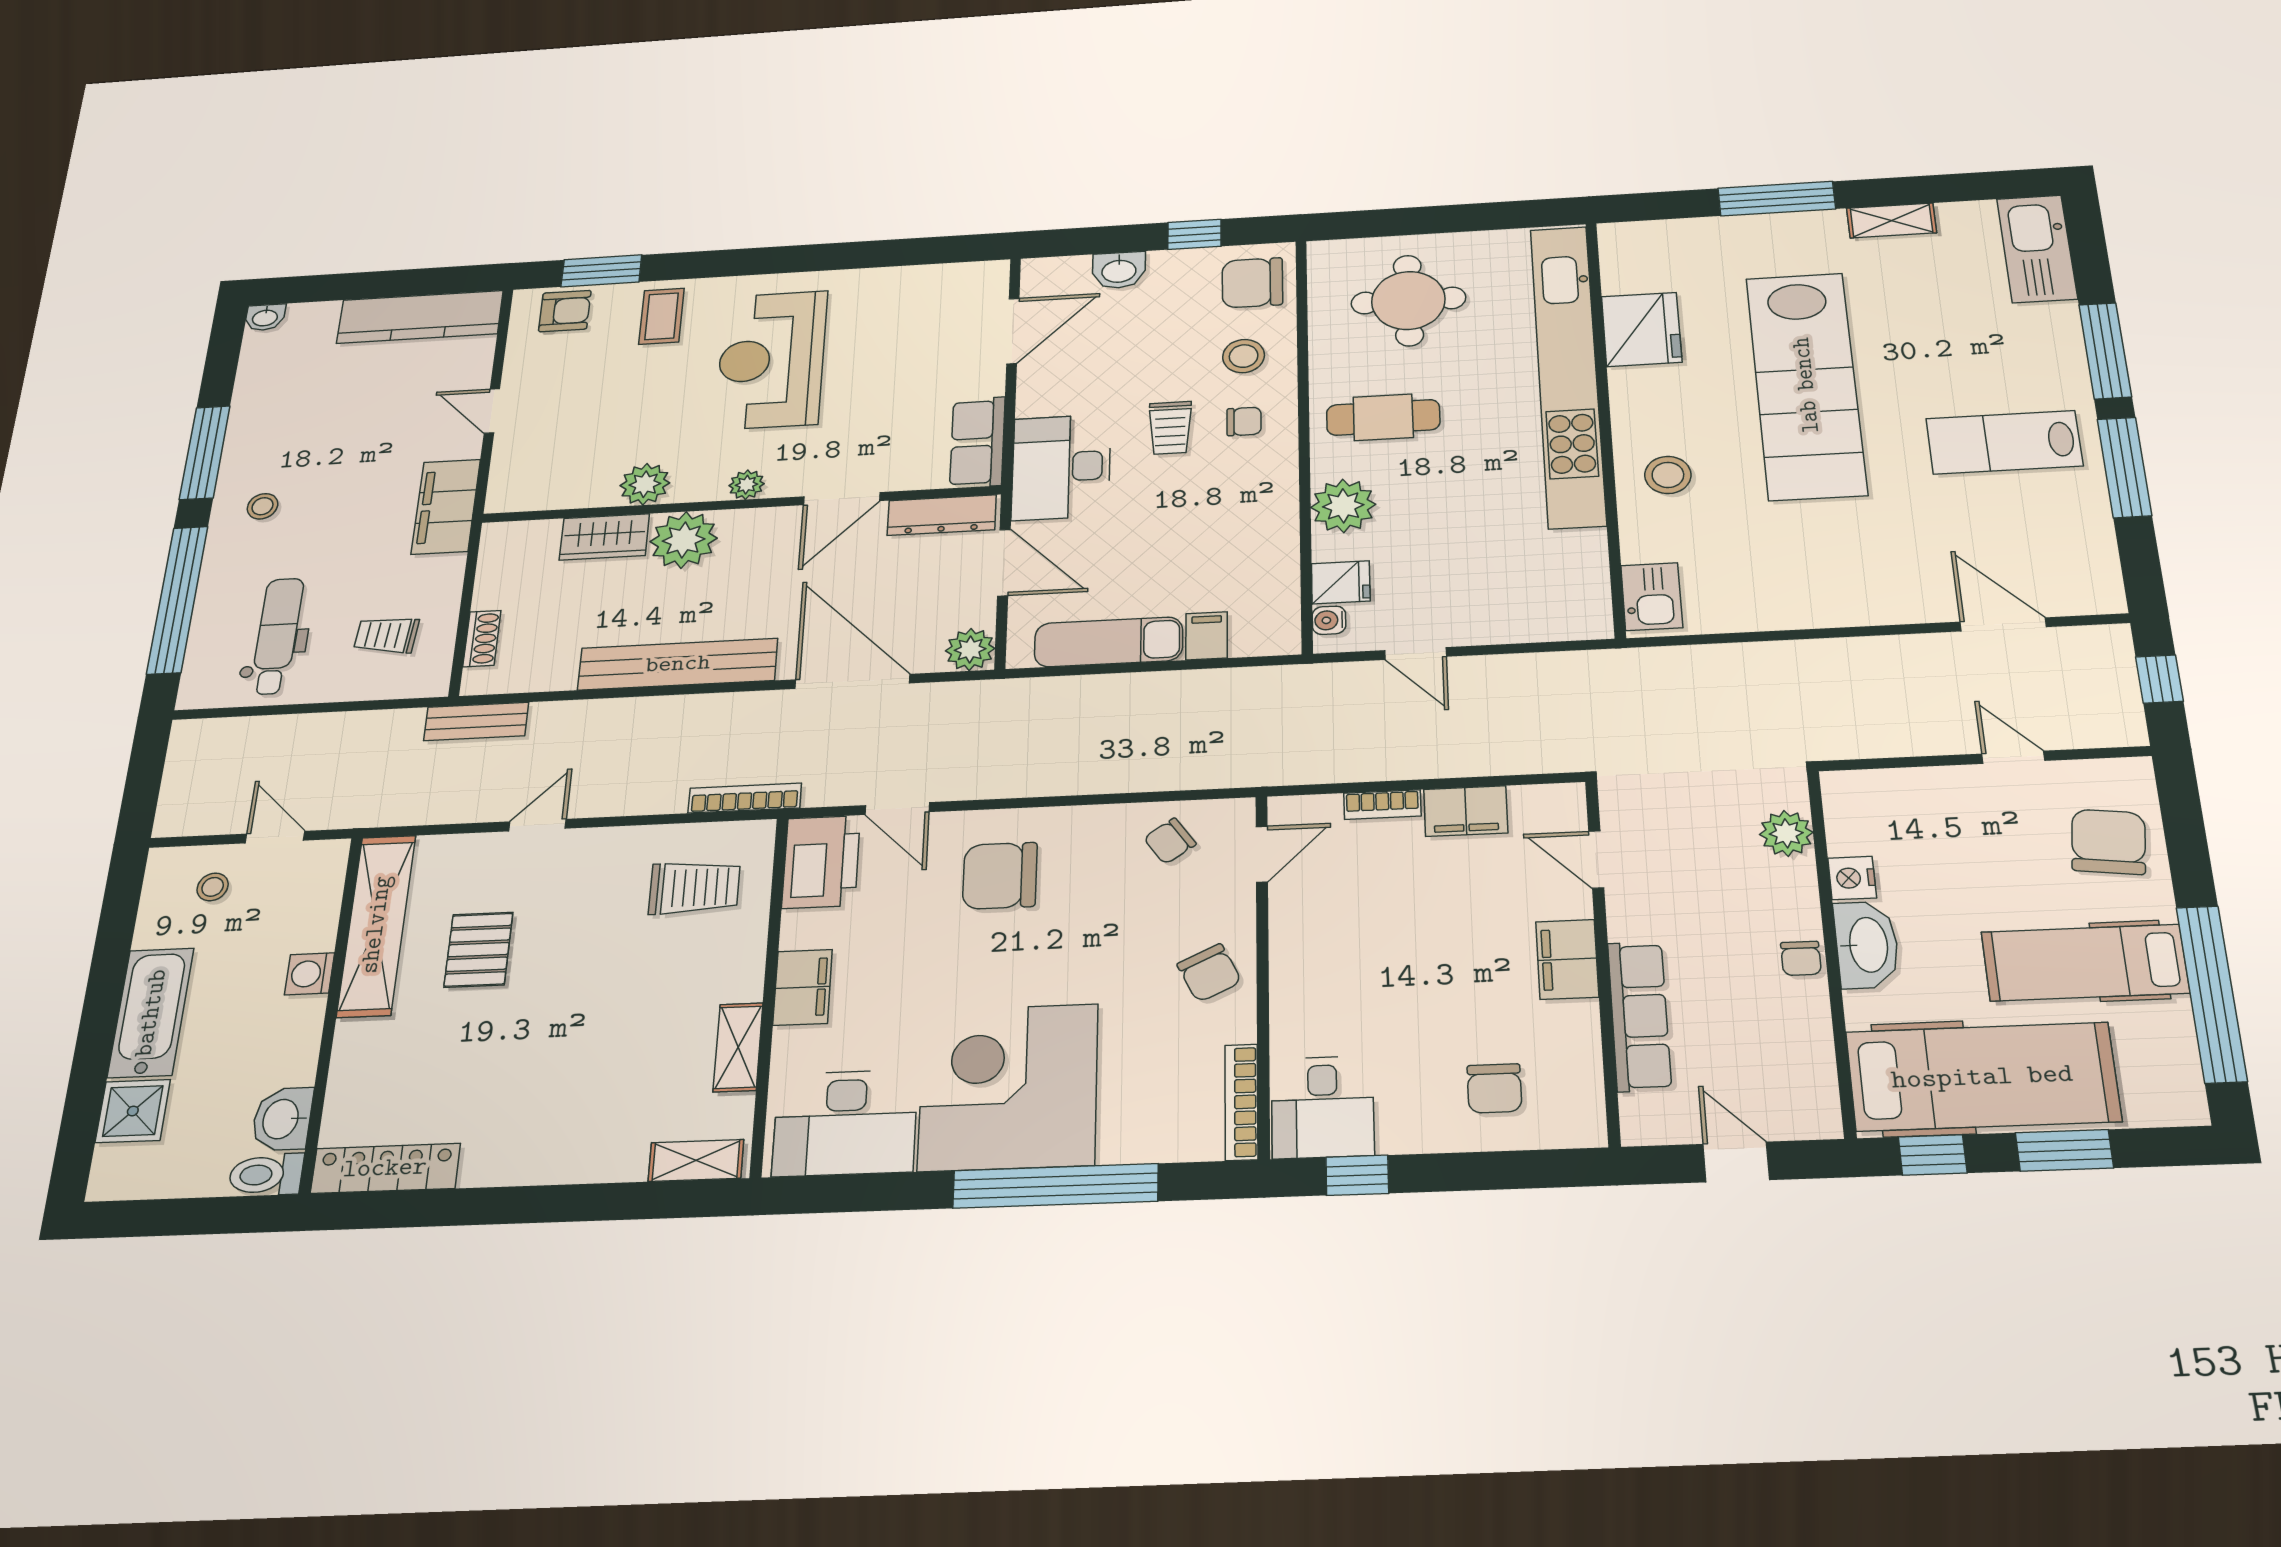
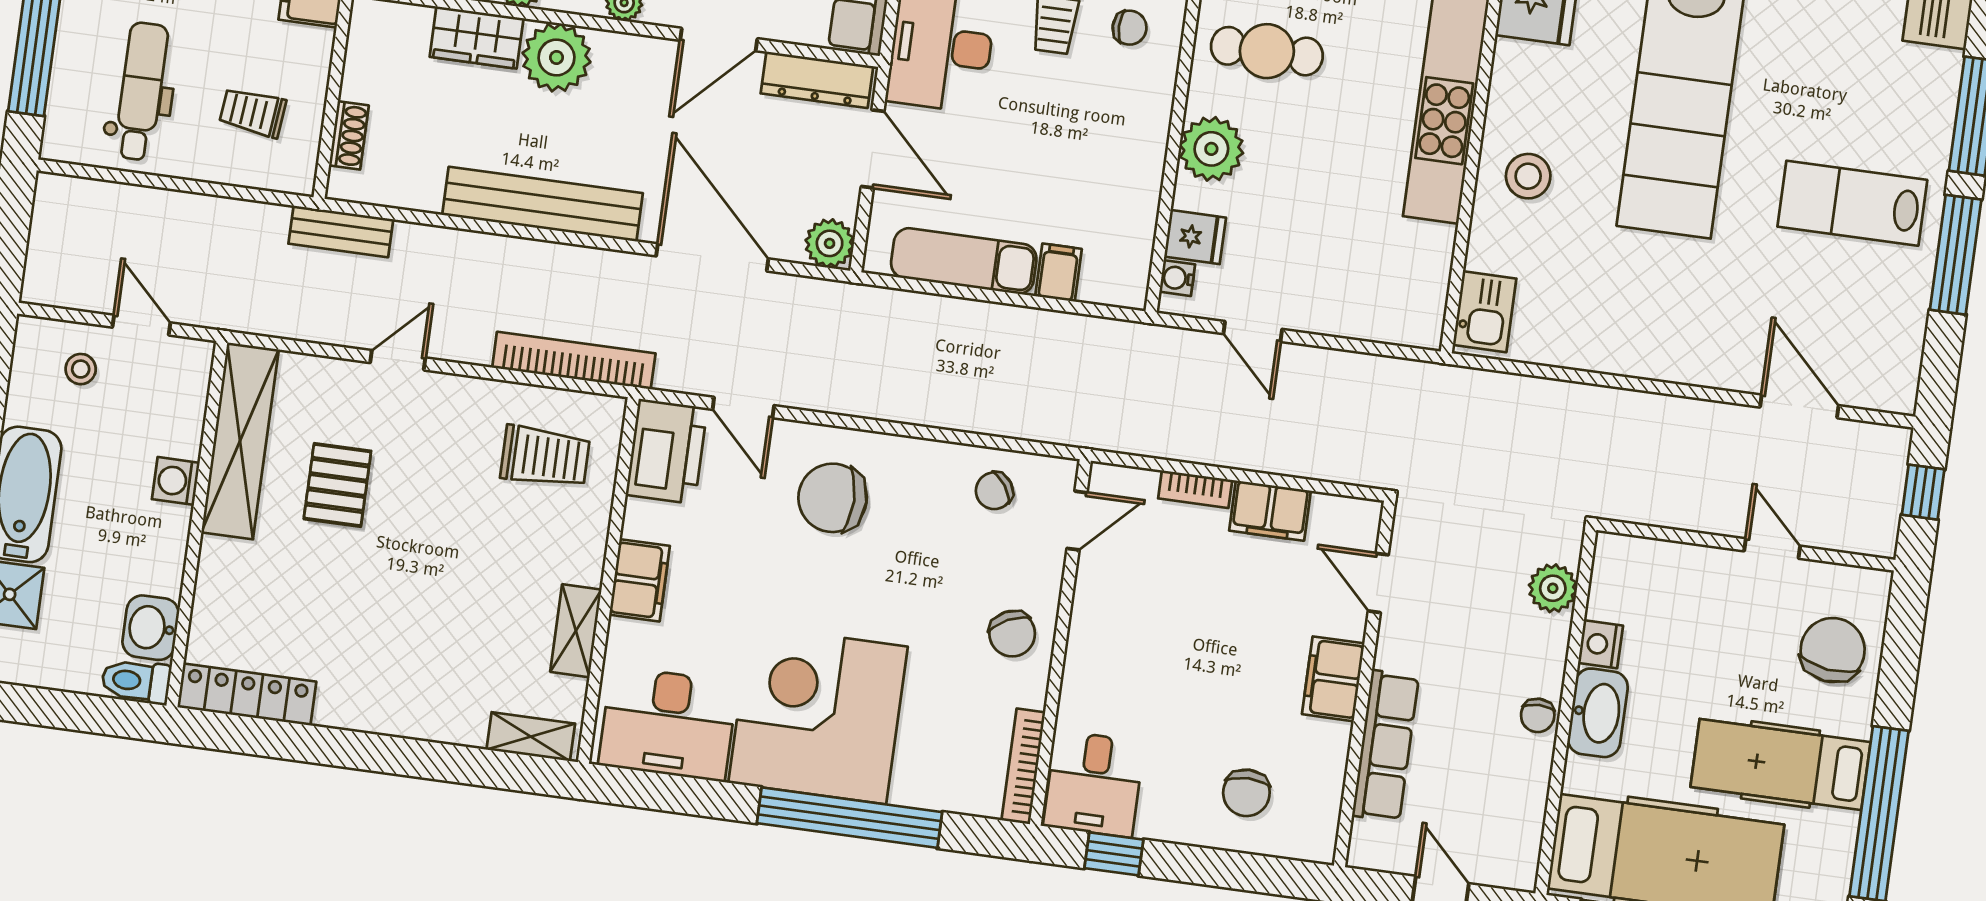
bookcase: (745, 798) -> (574, 360), width x1.48, depth x1.31

